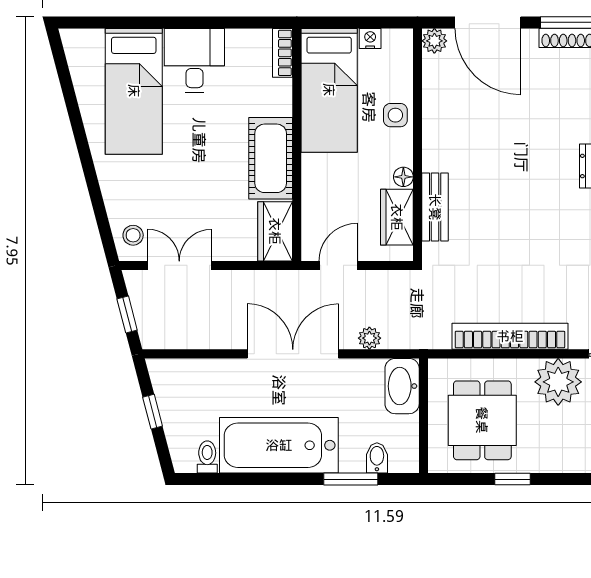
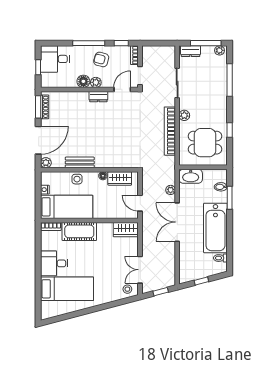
cot: (271, 158) -> (79, 231), moved
bench: (435, 207) -> (80, 162), moved
plant: (558, 382) -> (184, 115), width x0.53, depth x0.53

